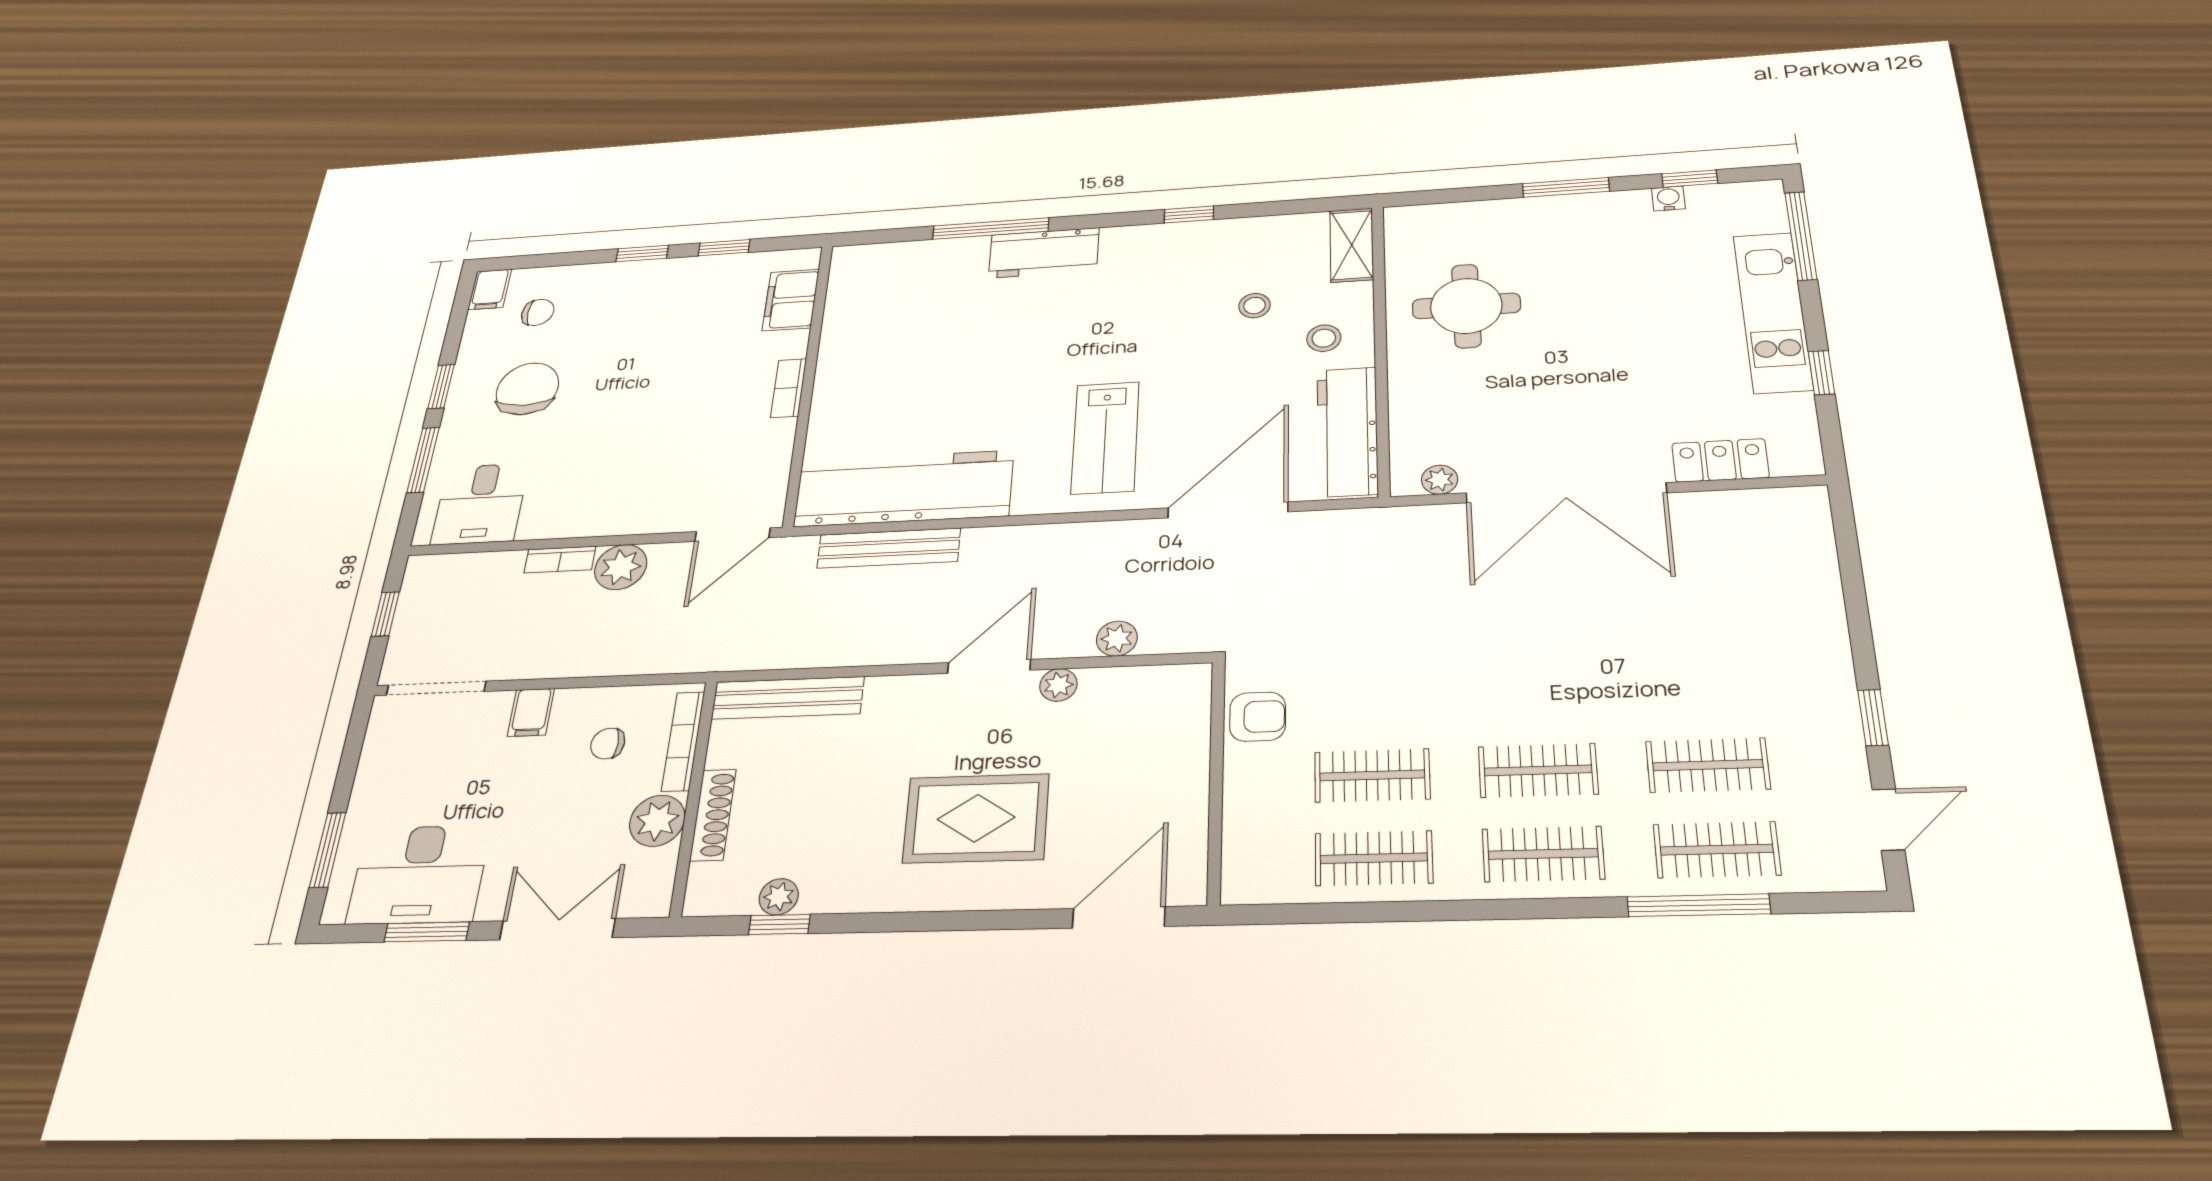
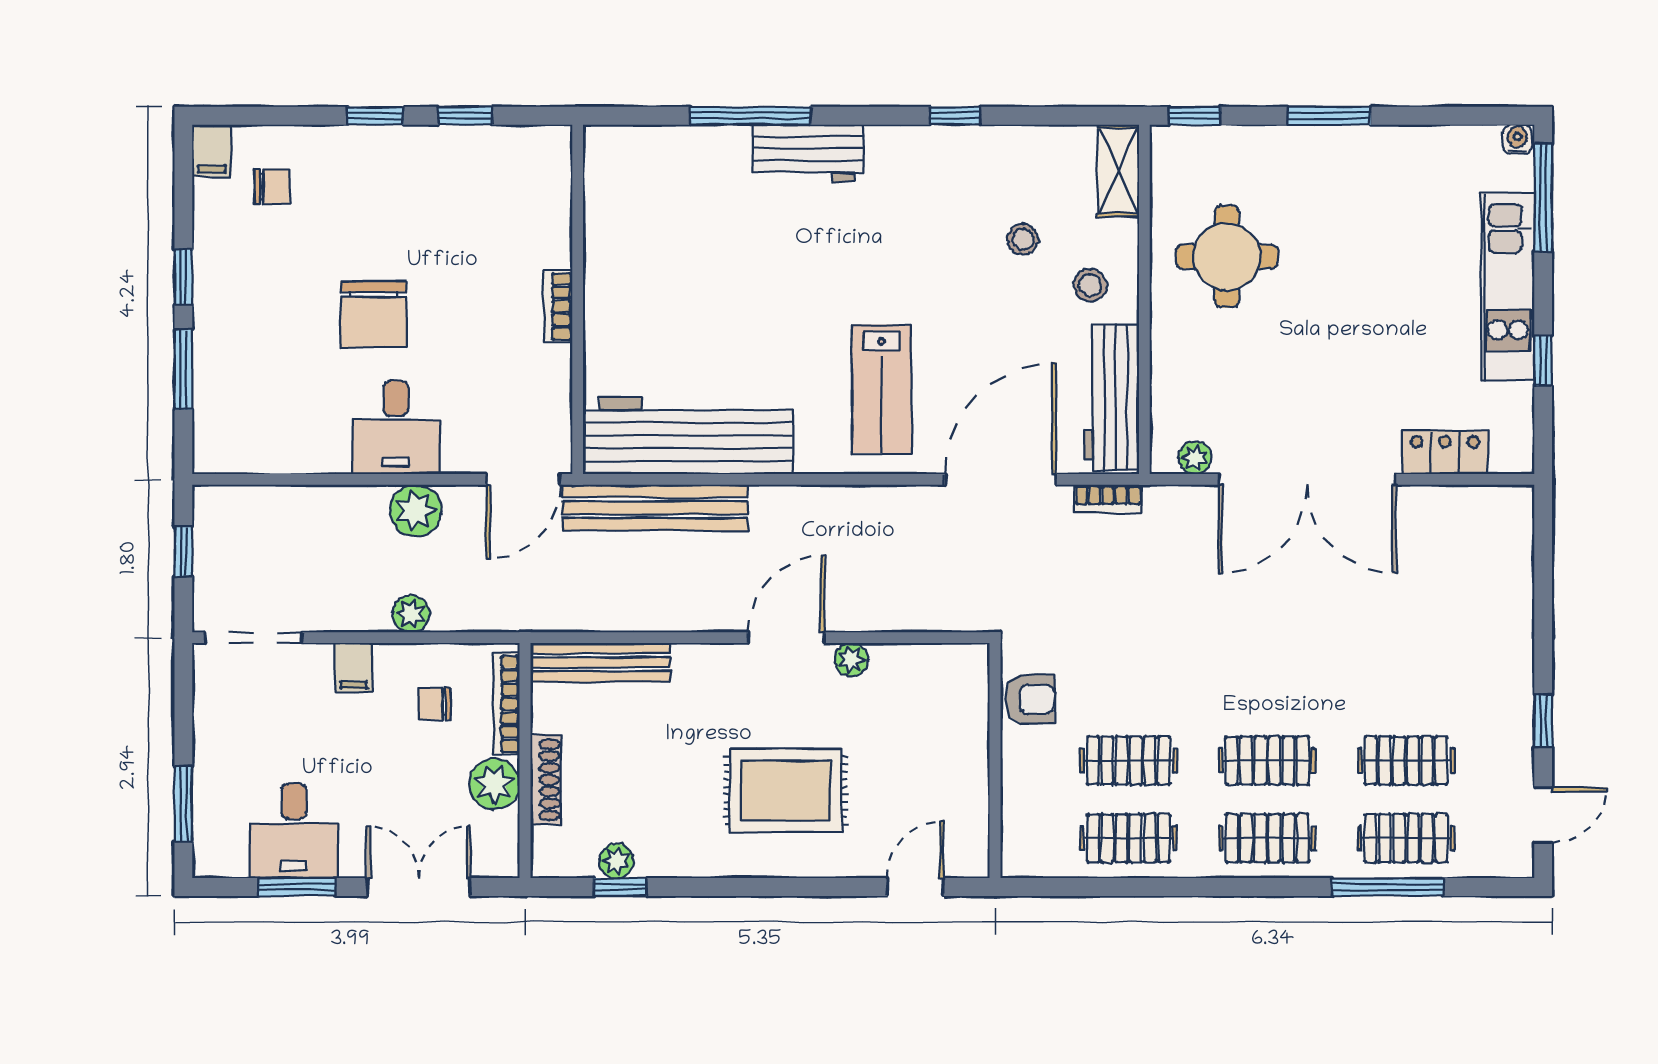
window: (1690, 179) -> (1195, 116), moved
water cooler: (1668, 199) -> (1517, 139), moved
filing cabinet: (791, 300) -> (547, 193), removed
chair: (527, 389) -> (374, 314), moved, turned 180
desk: (480, 504) -> (396, 427), moved
bench: (889, 548) -> (655, 508), width x1.37, depth x1.21
bookcase: (560, 560) -> (1108, 498), moved
plant: (1117, 639) -> (411, 614), moved
desk: (419, 874) -> (294, 831), width x0.73
door: (1119, 917) -> (915, 887), width x0.73

